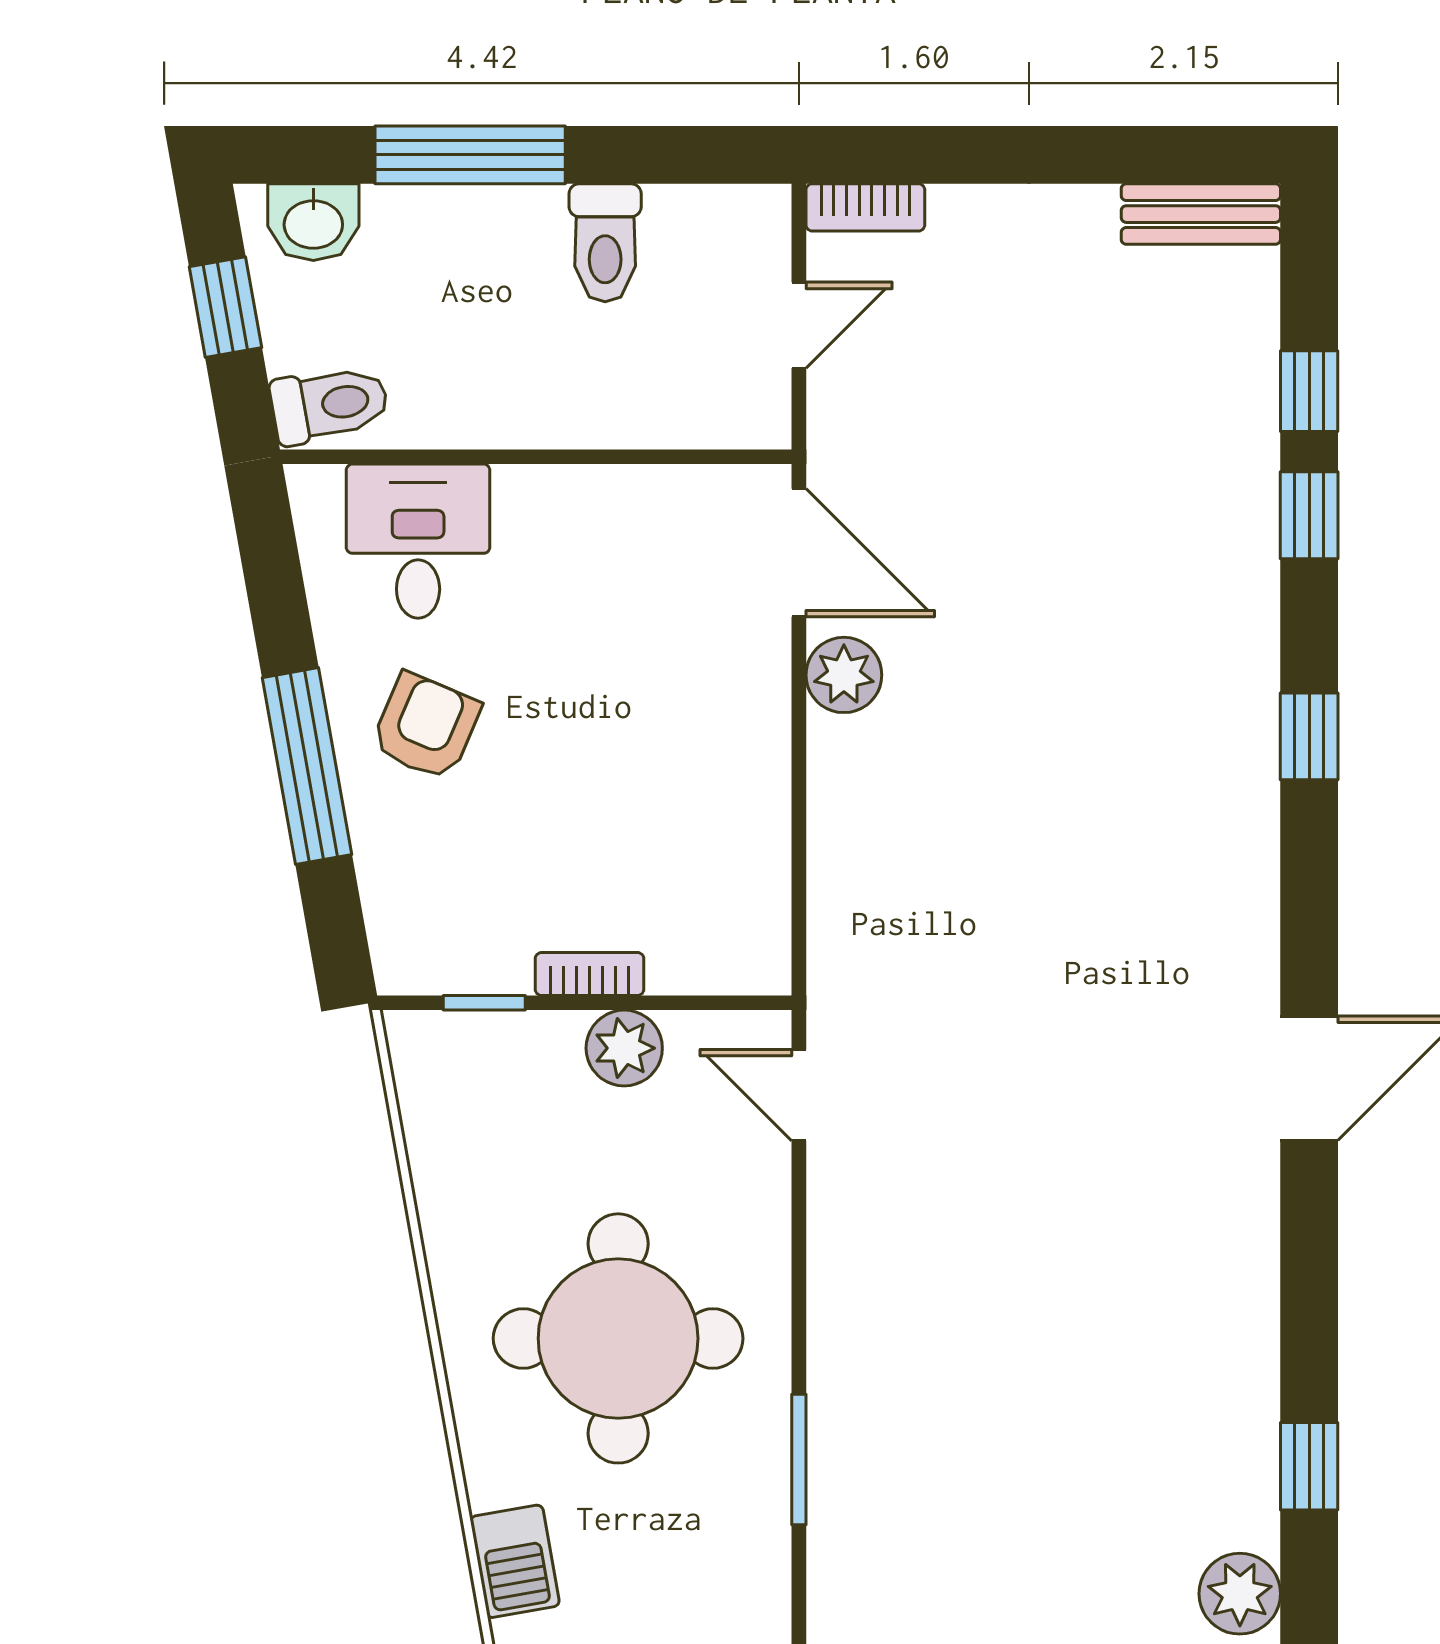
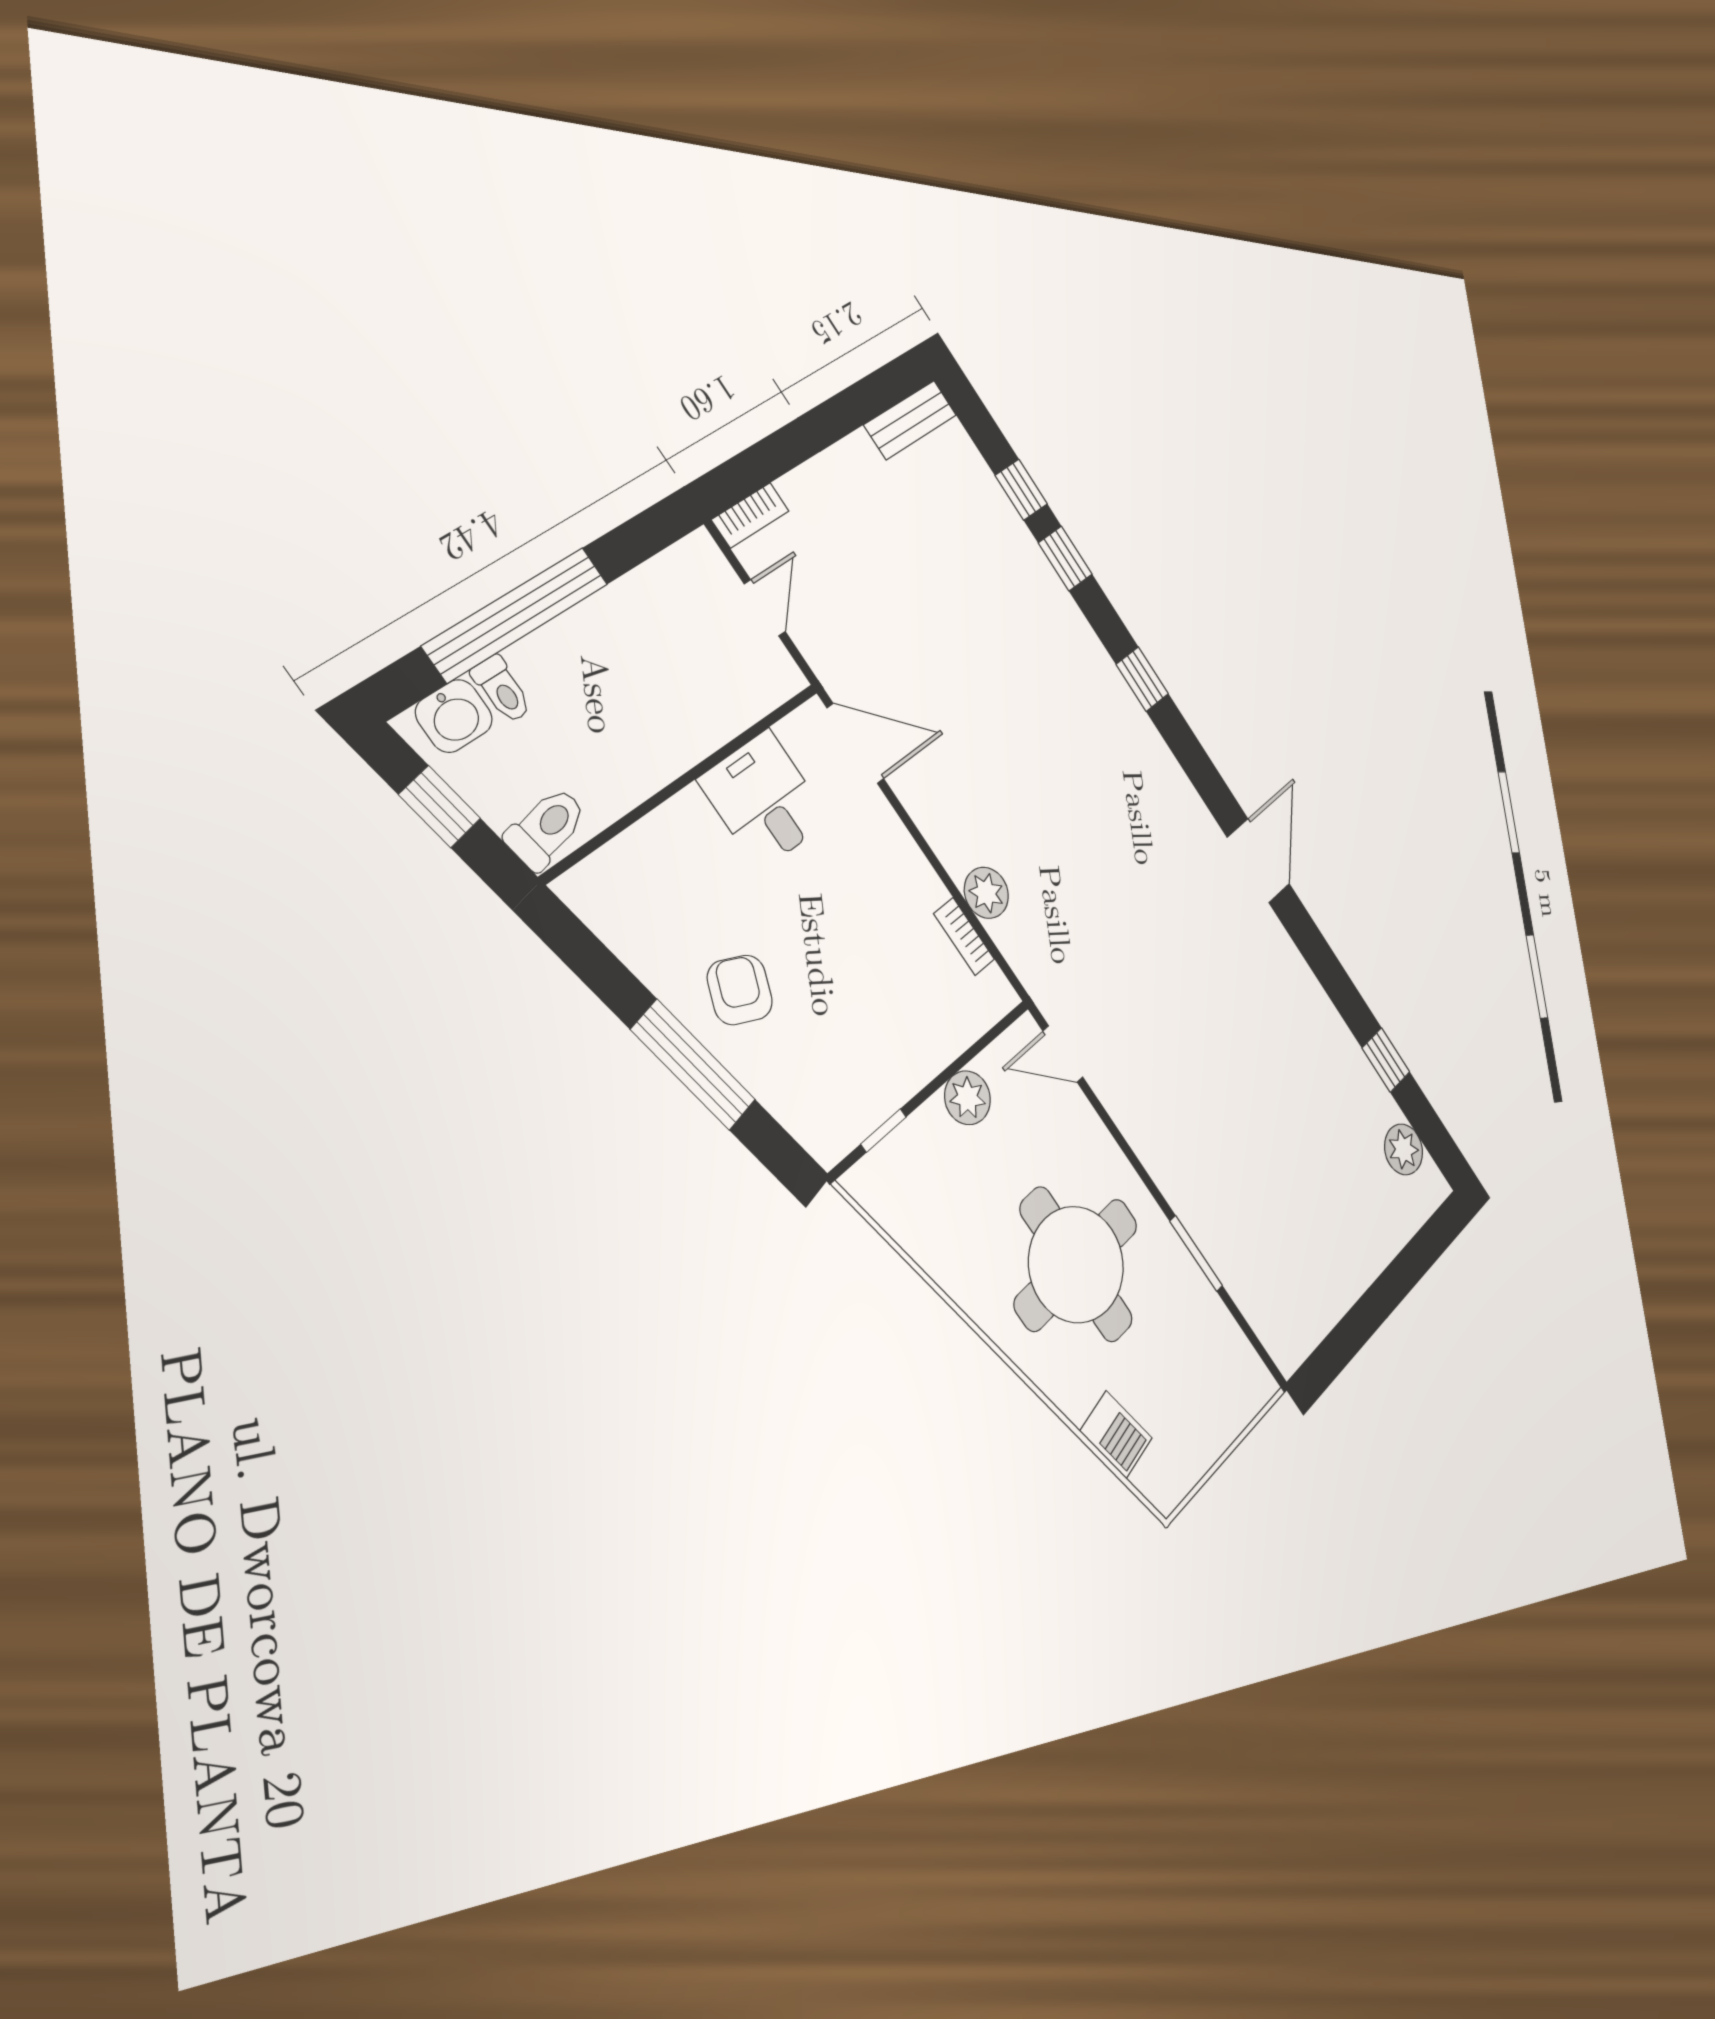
window: (470, 155) -> (516, 614), width x1.46
toilet: (605, 243) -> (502, 689), moved, width x0.73, depth x0.72
desk: (418, 541) -> (764, 800), moved
plant: (844, 675) -> (986, 893), moved
bookcase: (590, 974) -> (964, 936), moved, turned -90

